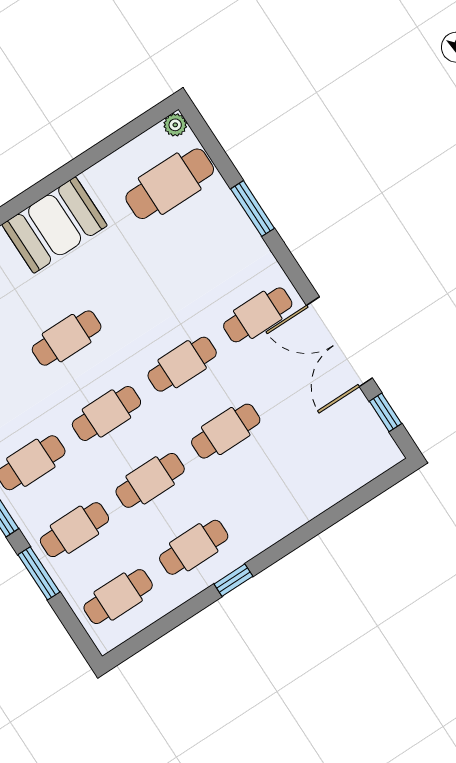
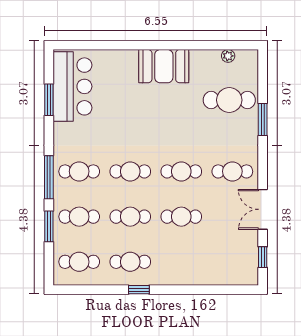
plant: (175, 125) -> (228, 56), moved
cafe table: (170, 184) -> (229, 100), moved
cafe table: (67, 338) -> (135, 123), removed
double door: (339, 342) -> (263, 209), width x0.73

